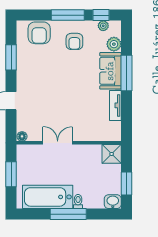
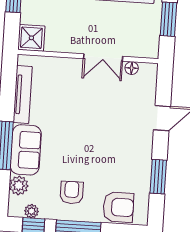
armchair: (39, 33) -> (118, 207), turned 90
tv unit: (115, 105) -> (23, 95), width x1.41
floor lamp: (22, 136) -> (132, 68), moved

